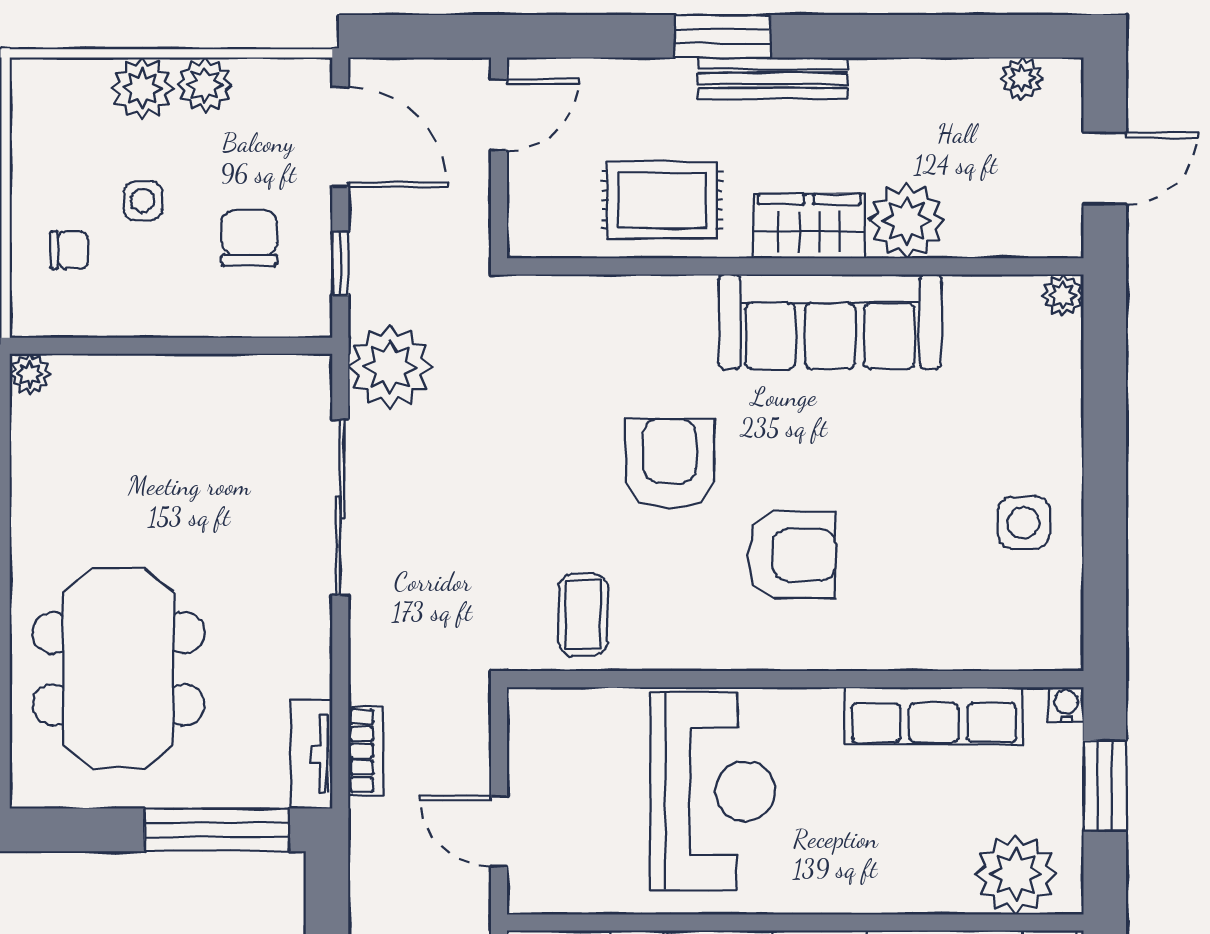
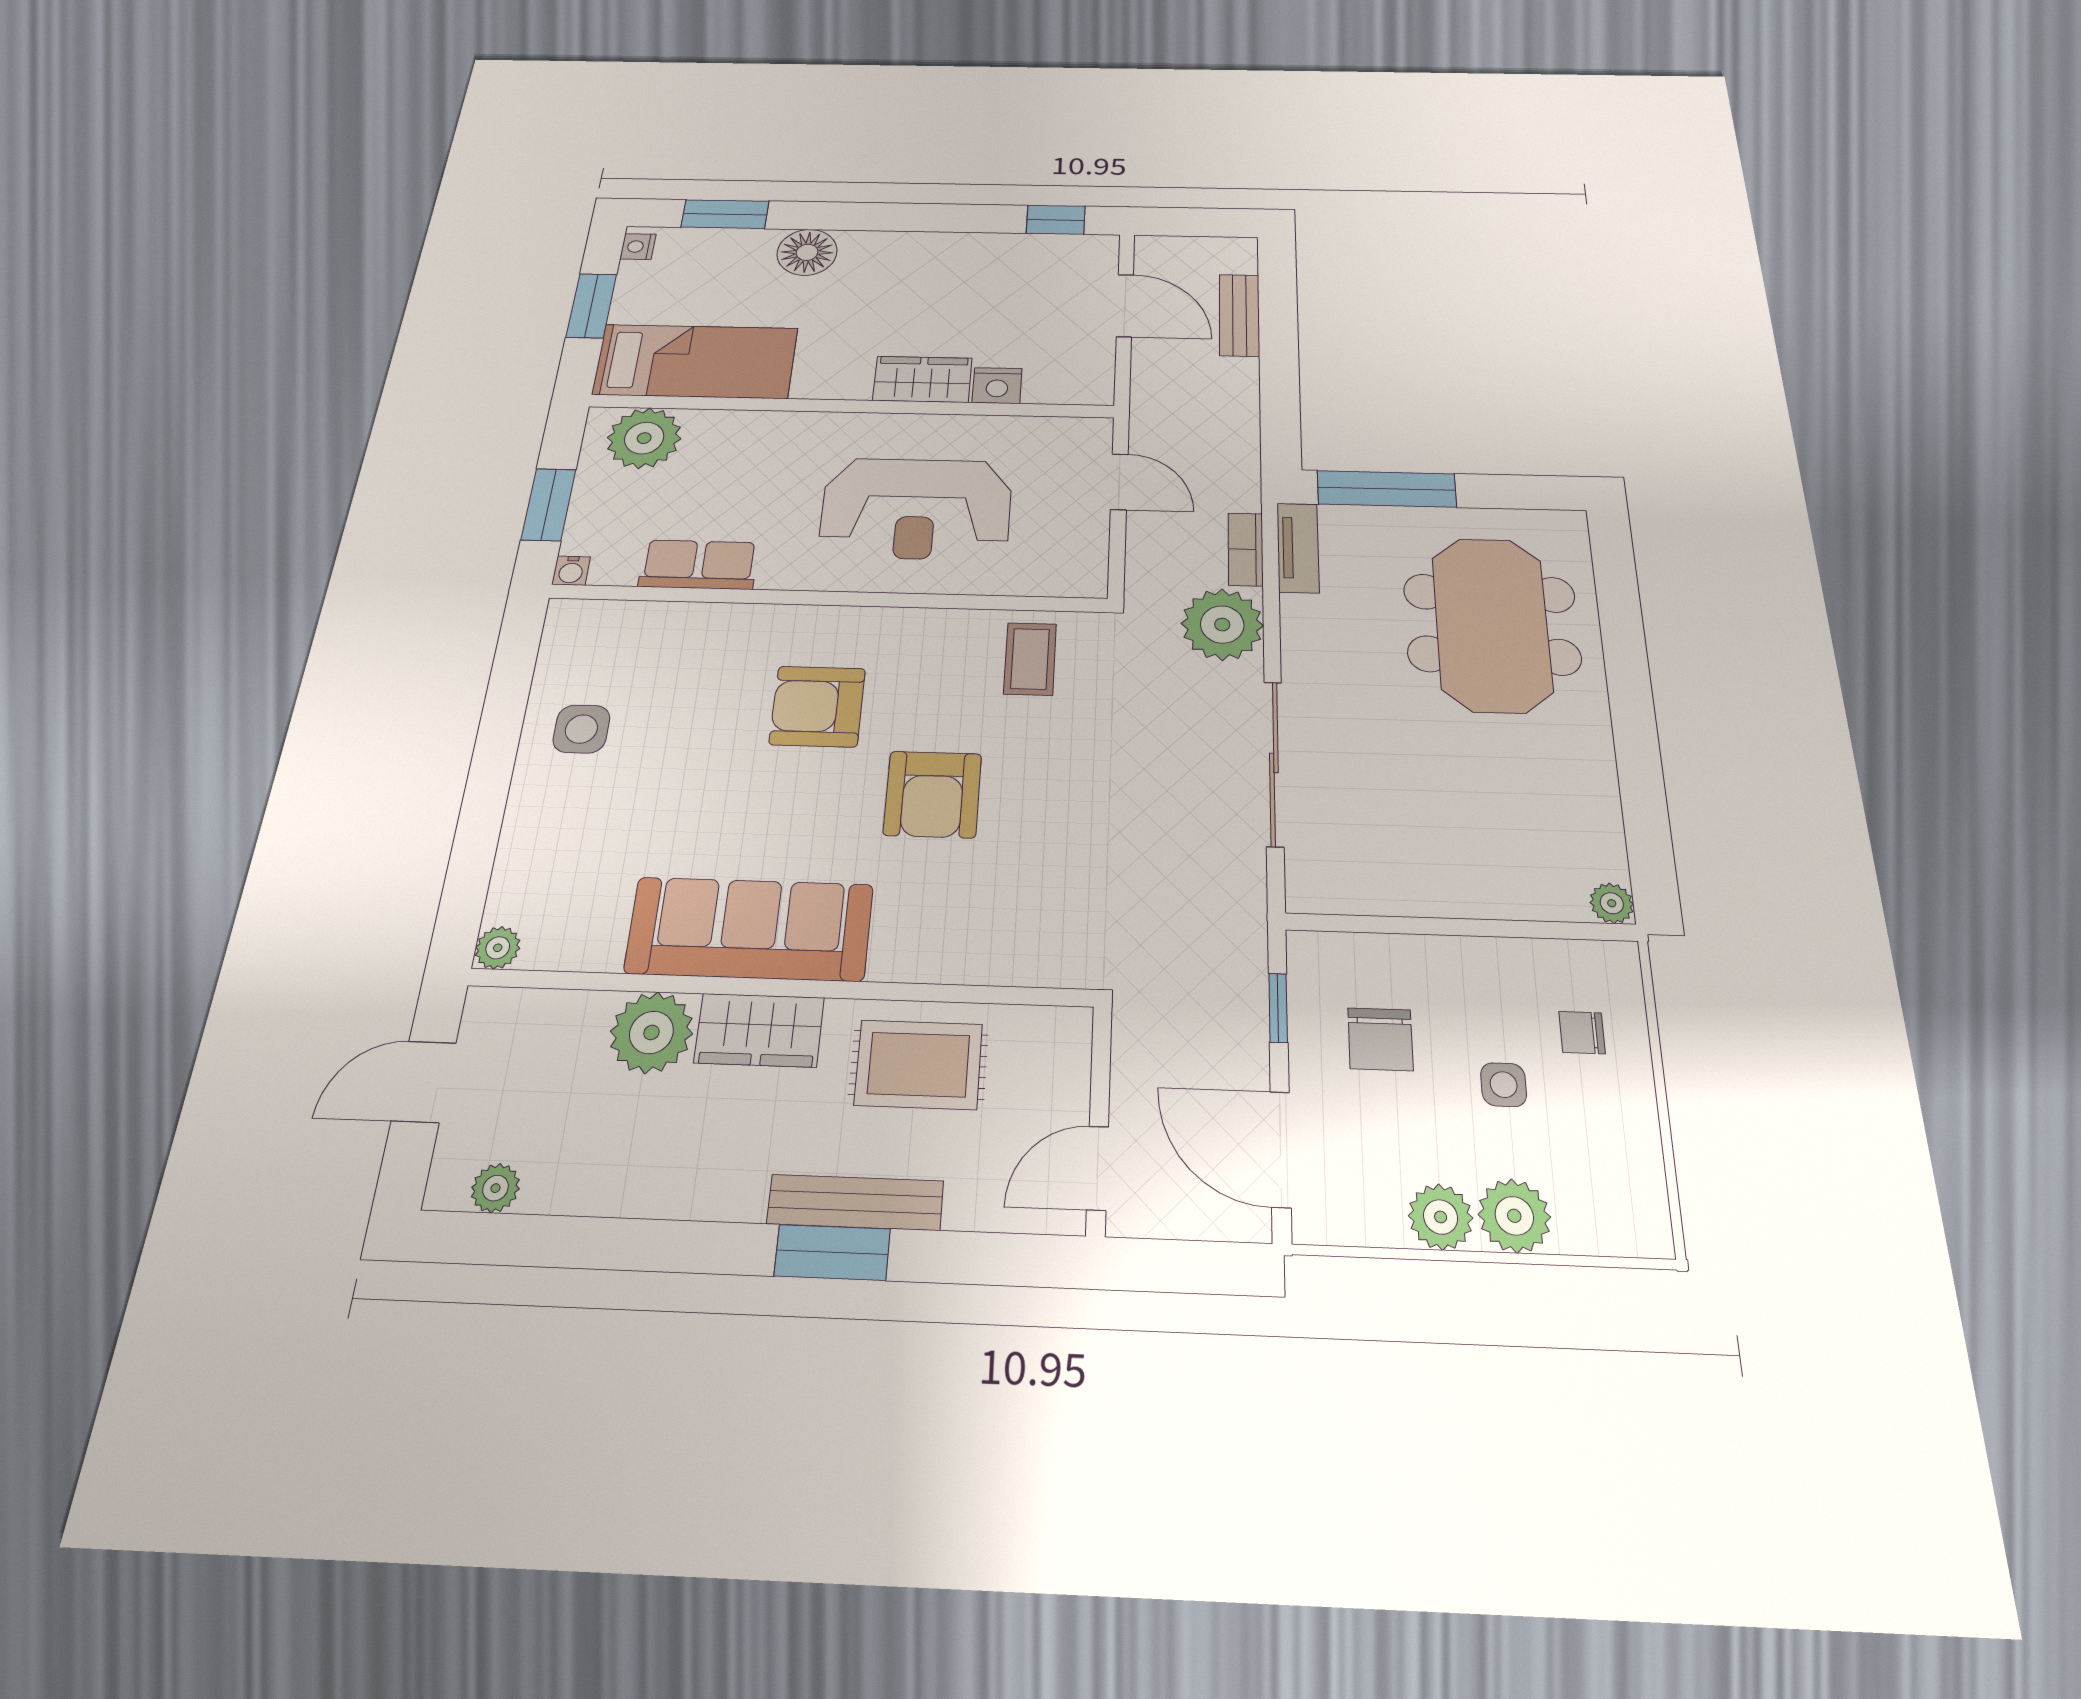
bench: (772, 78) -> (855, 1202), moved
plant: (390, 367) -> (1222, 625), moved
row of seats: (934, 716) -> (699, 565), width x0.68
reception desk: (713, 791) -> (916, 509), turned -90

